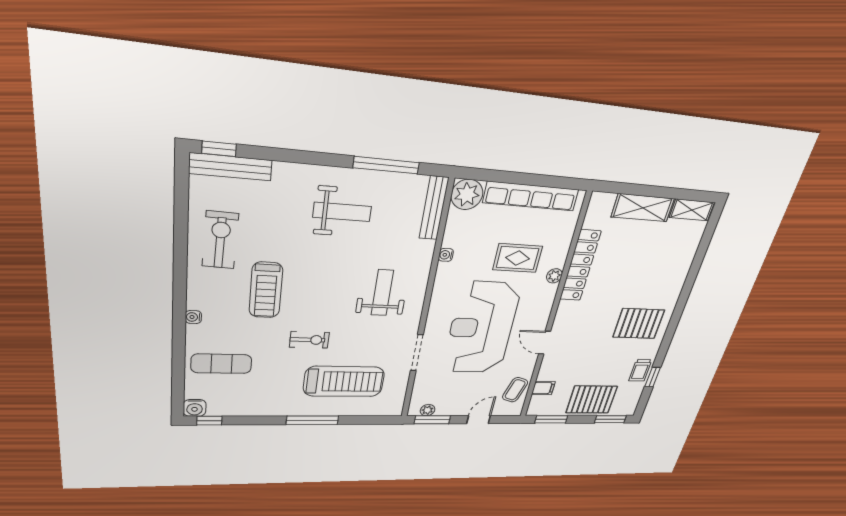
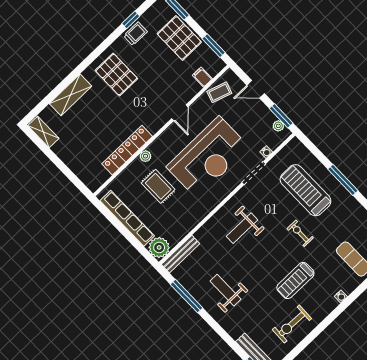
shelving: (643, 208) -> (71, 95), moved, turned 90
water cooler: (446, 255) -> (266, 152), moved
treadmill: (266, 290) -> (295, 281), turned 180

